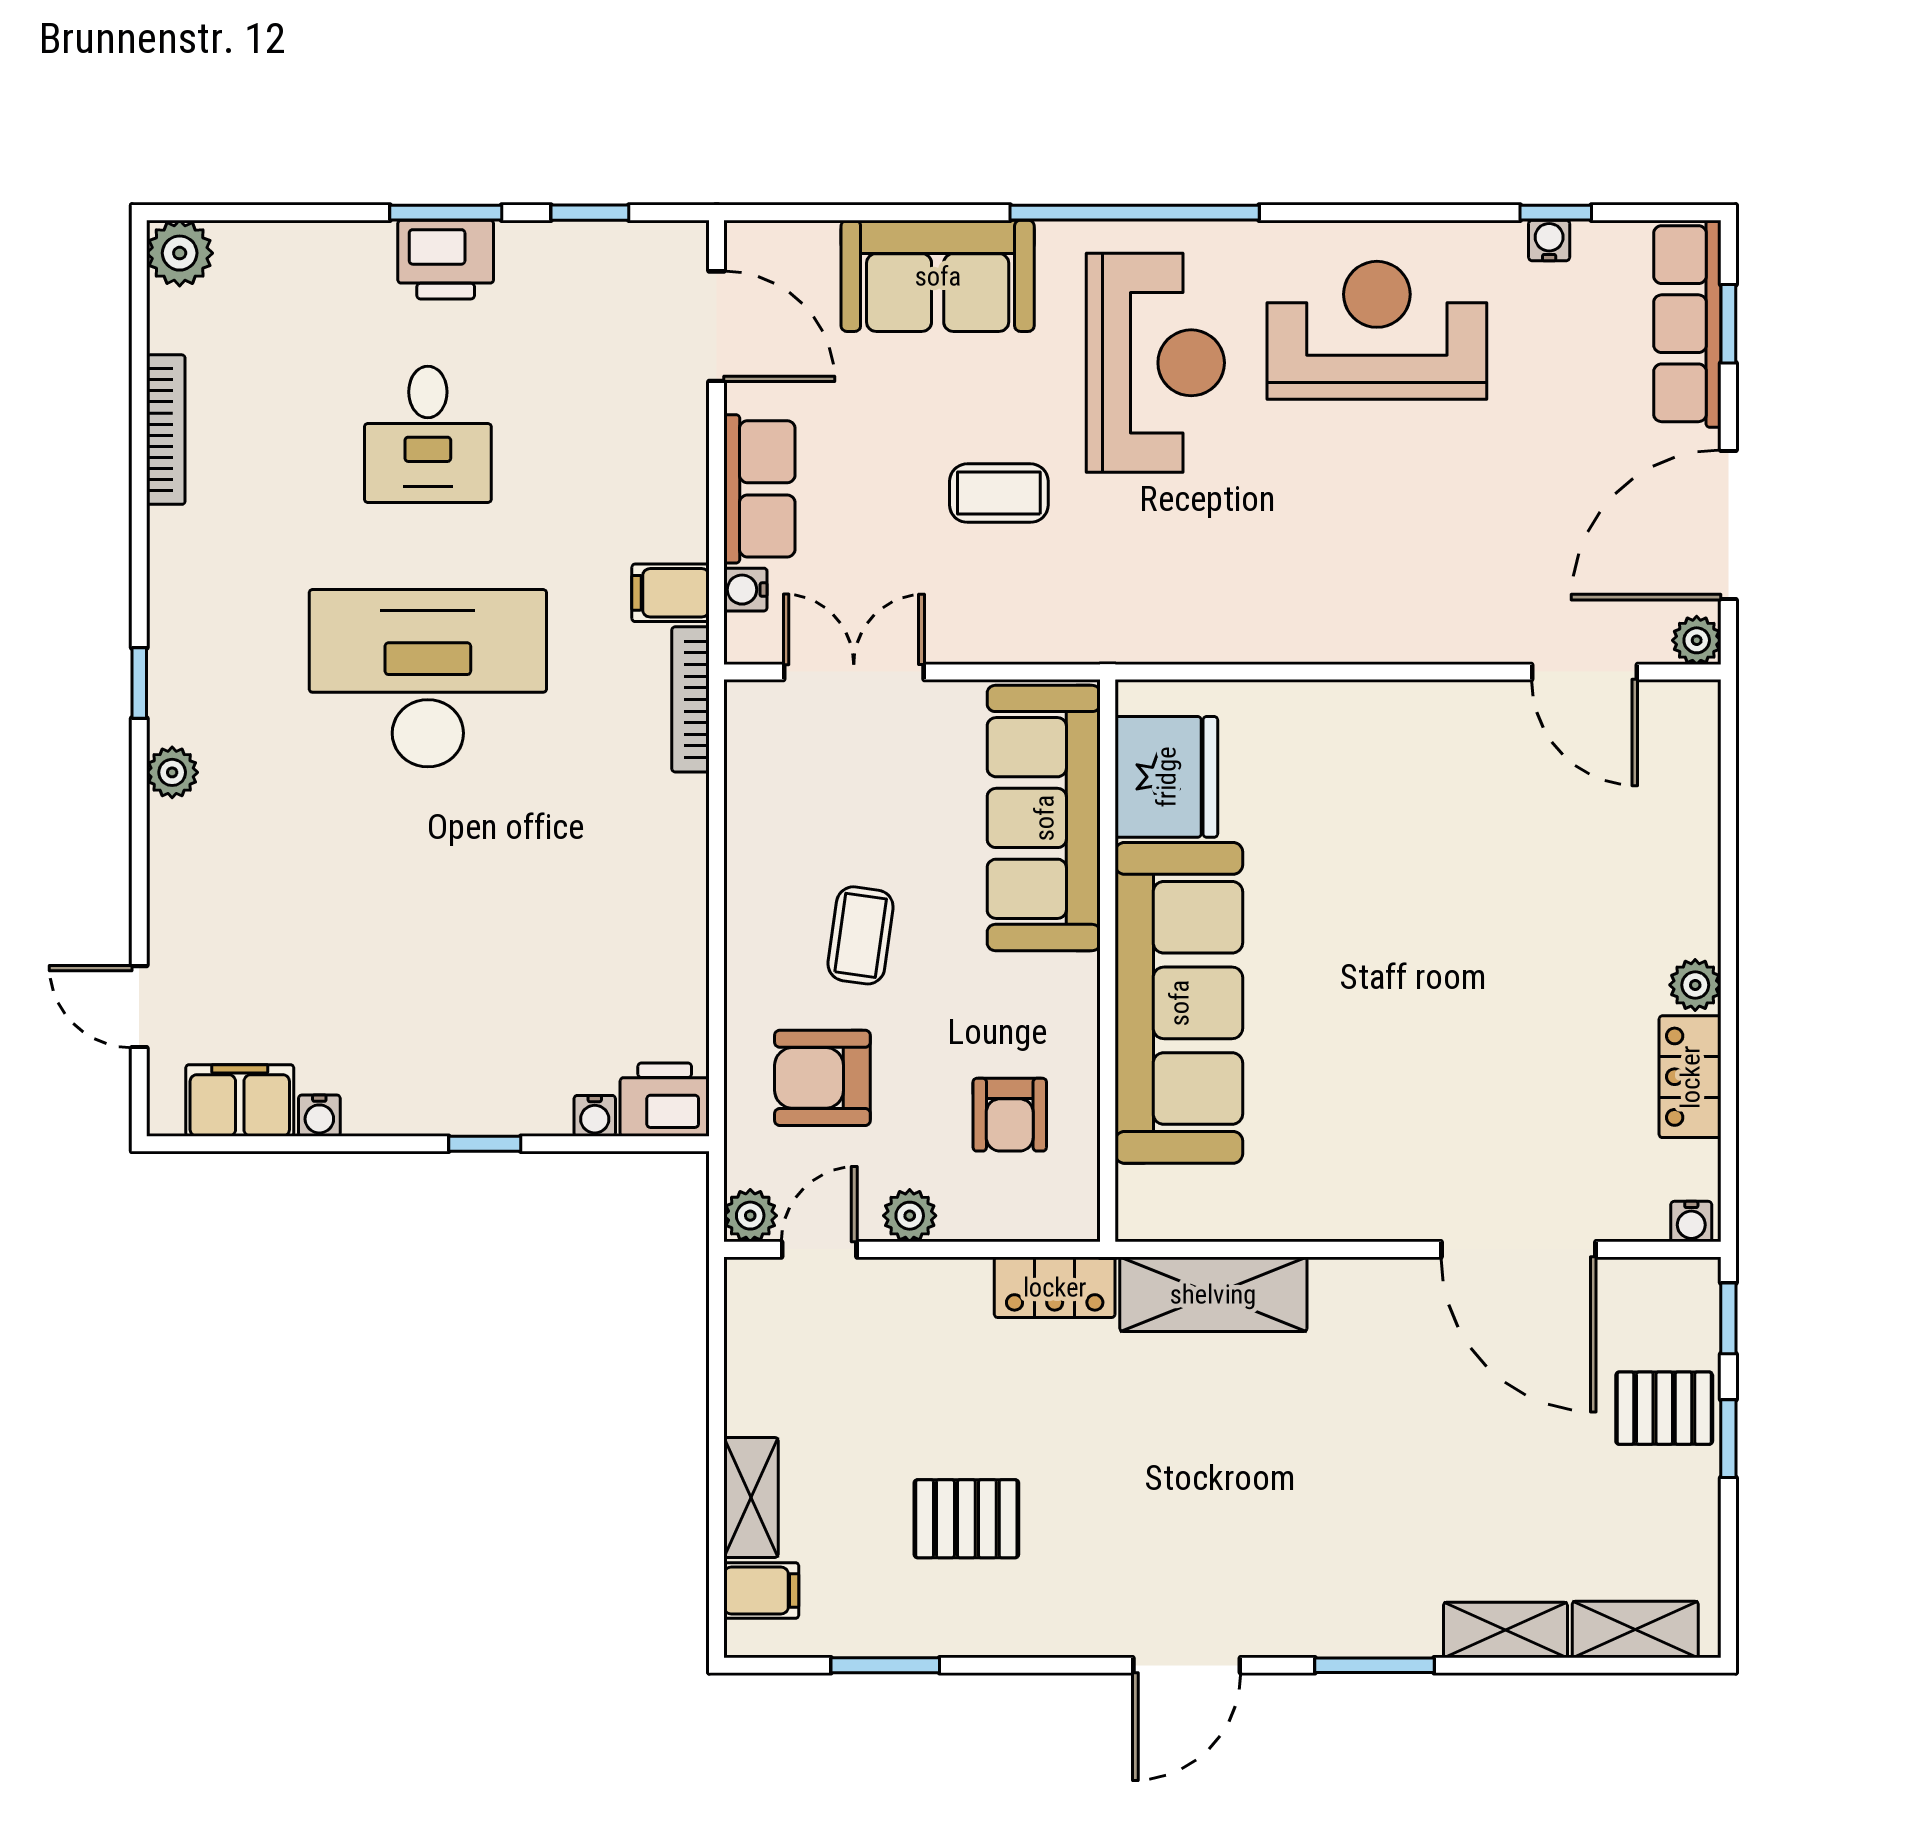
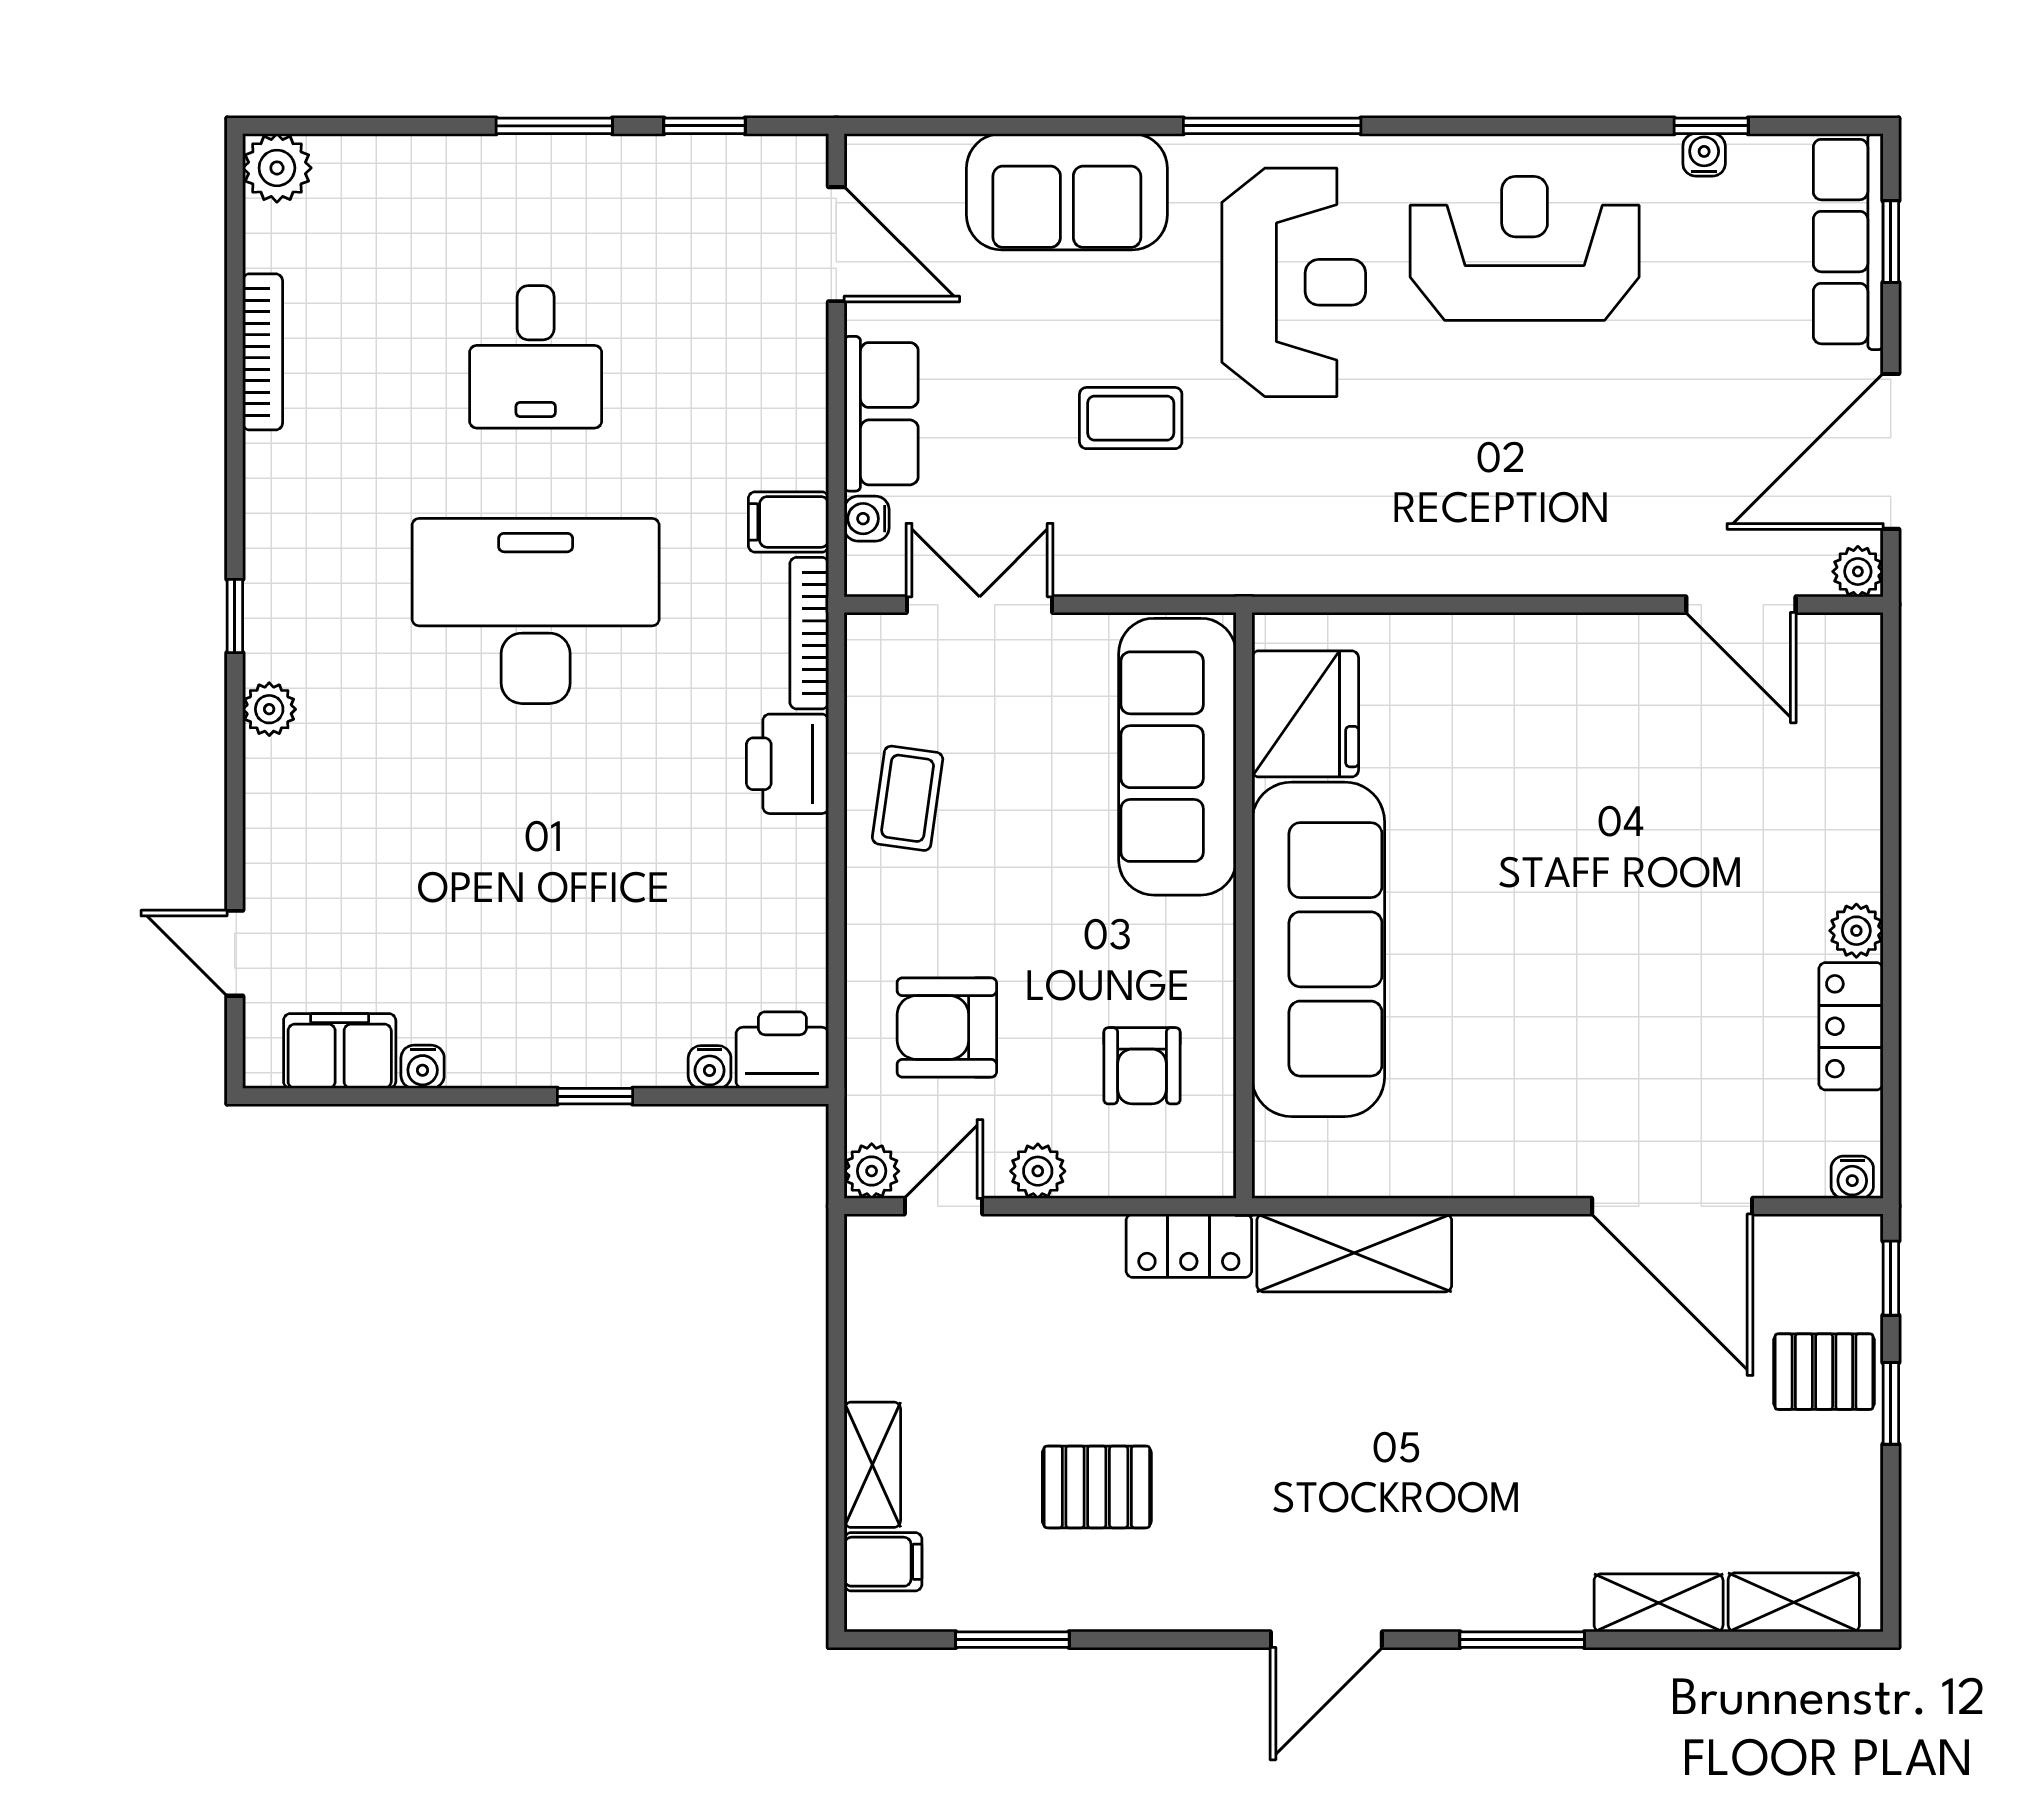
window: (1135, 213) -> (1272, 126), width x0.68
printer: (446, 260) -> (788, 764), moved, turned 90
coffee table: (861, 935) -> (908, 798), moved

